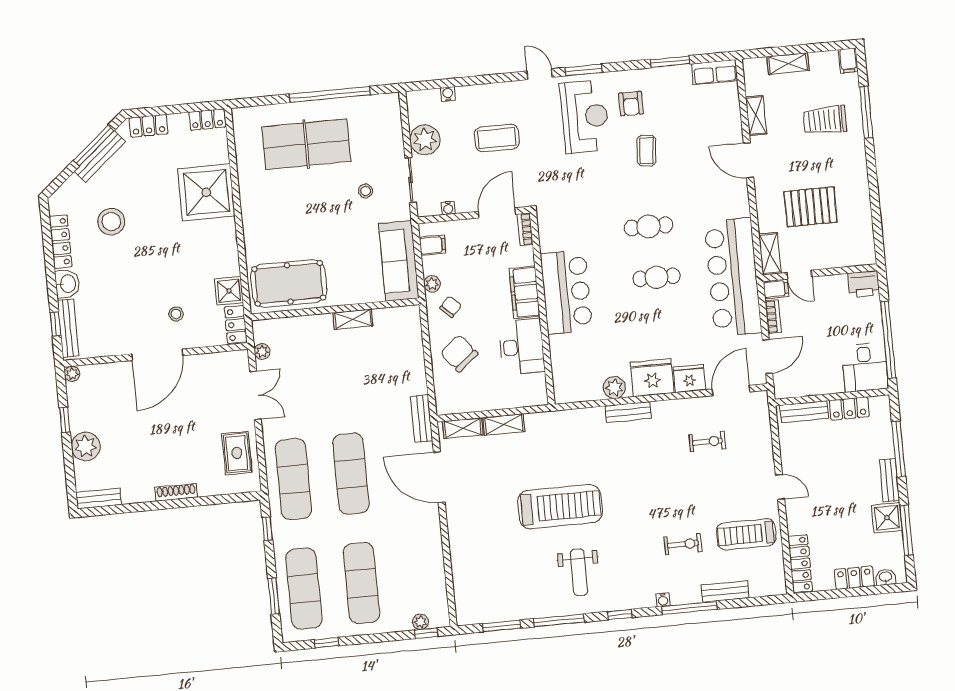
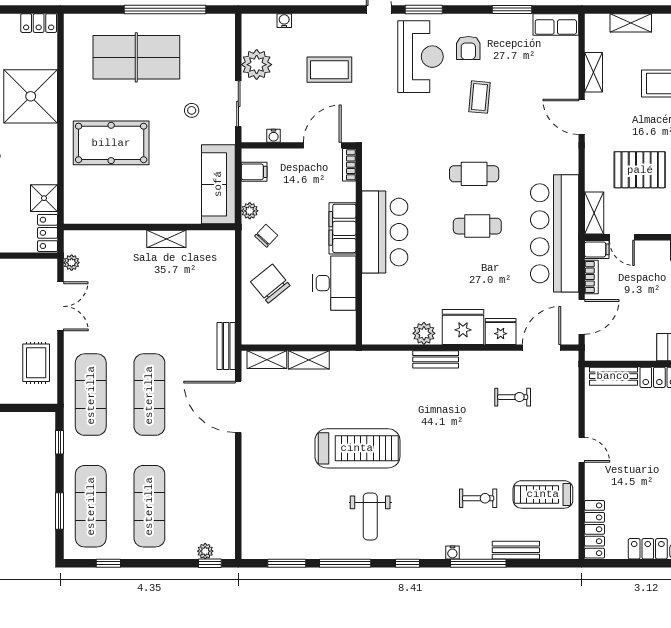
pool table: (289, 283) -> (111, 143), moved

